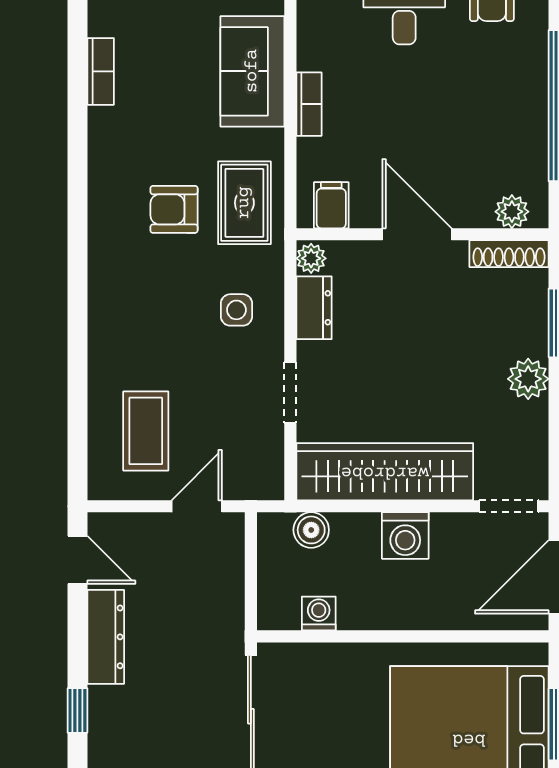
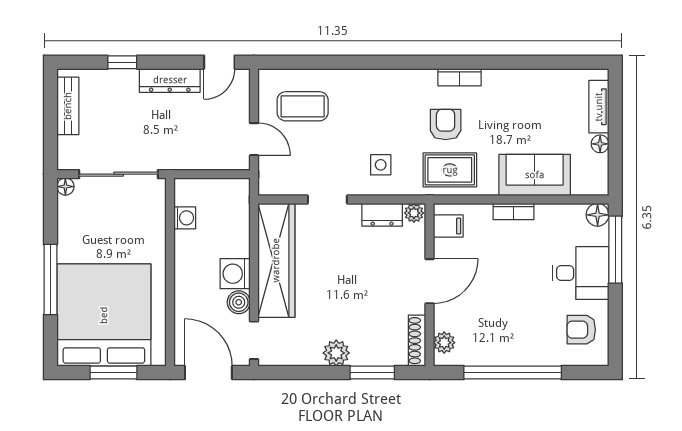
bookcase: (101, 71) -> (459, 77), moved
boiler: (311, 530) -> (239, 302), moved

